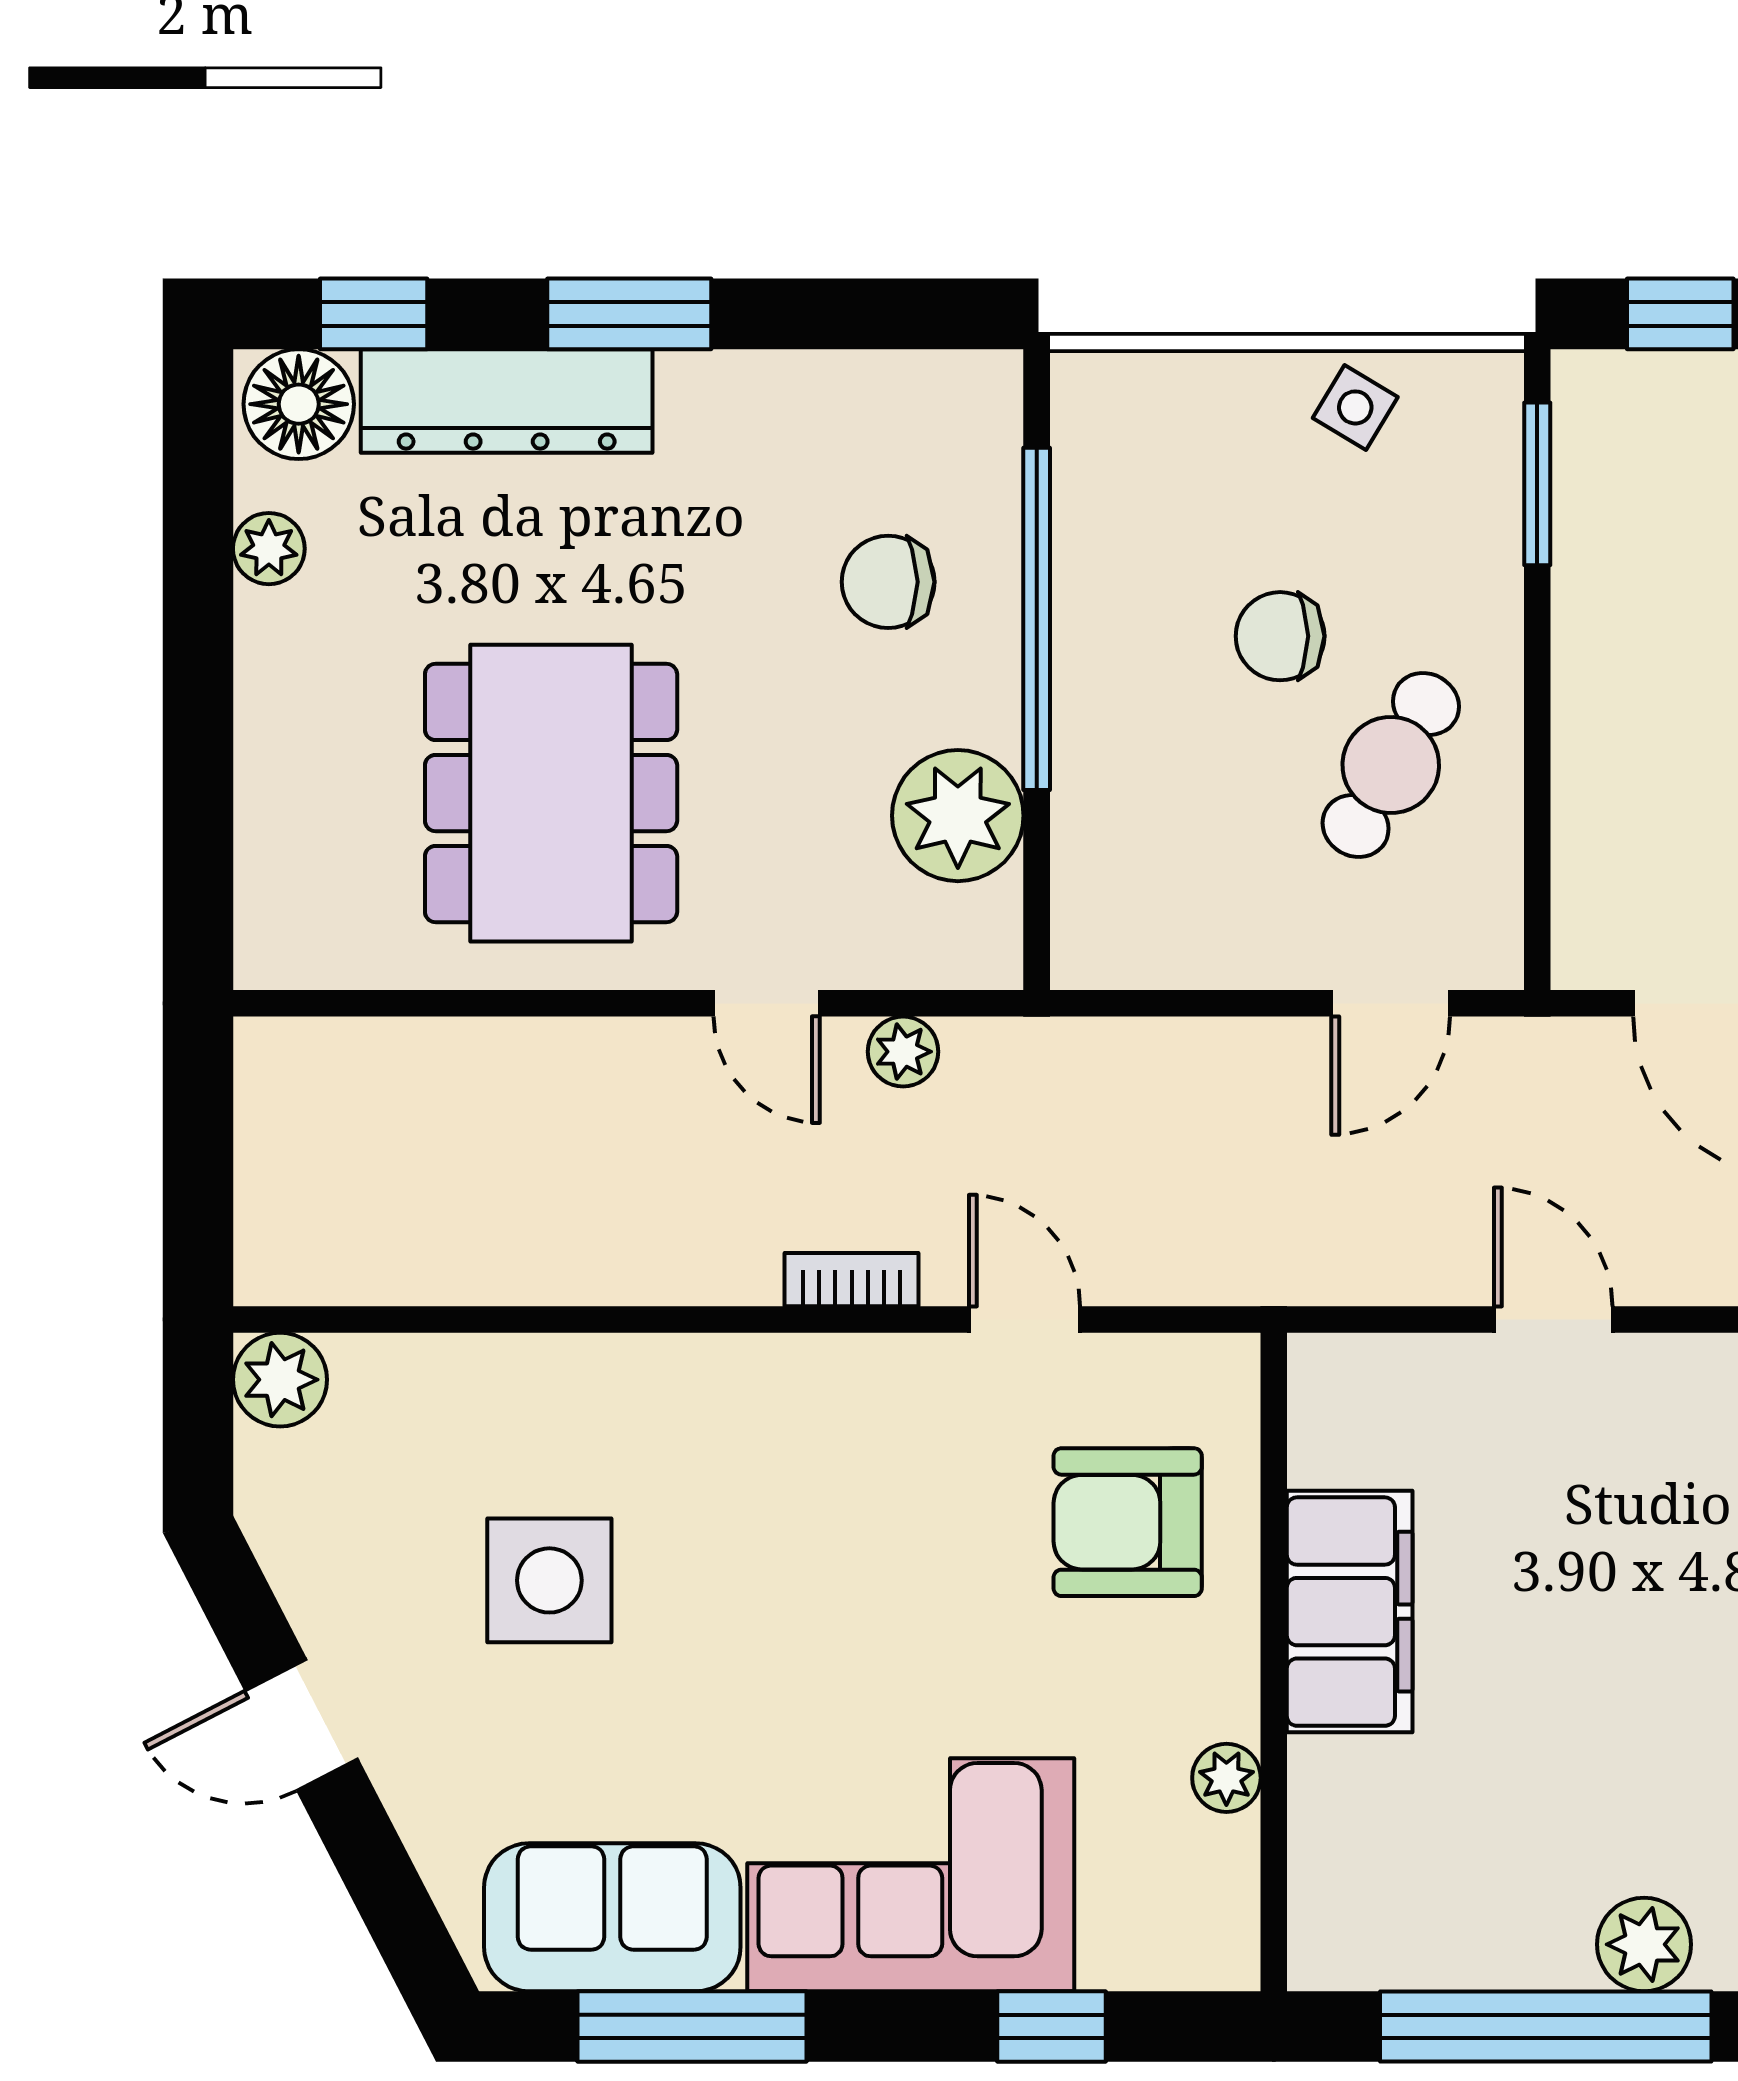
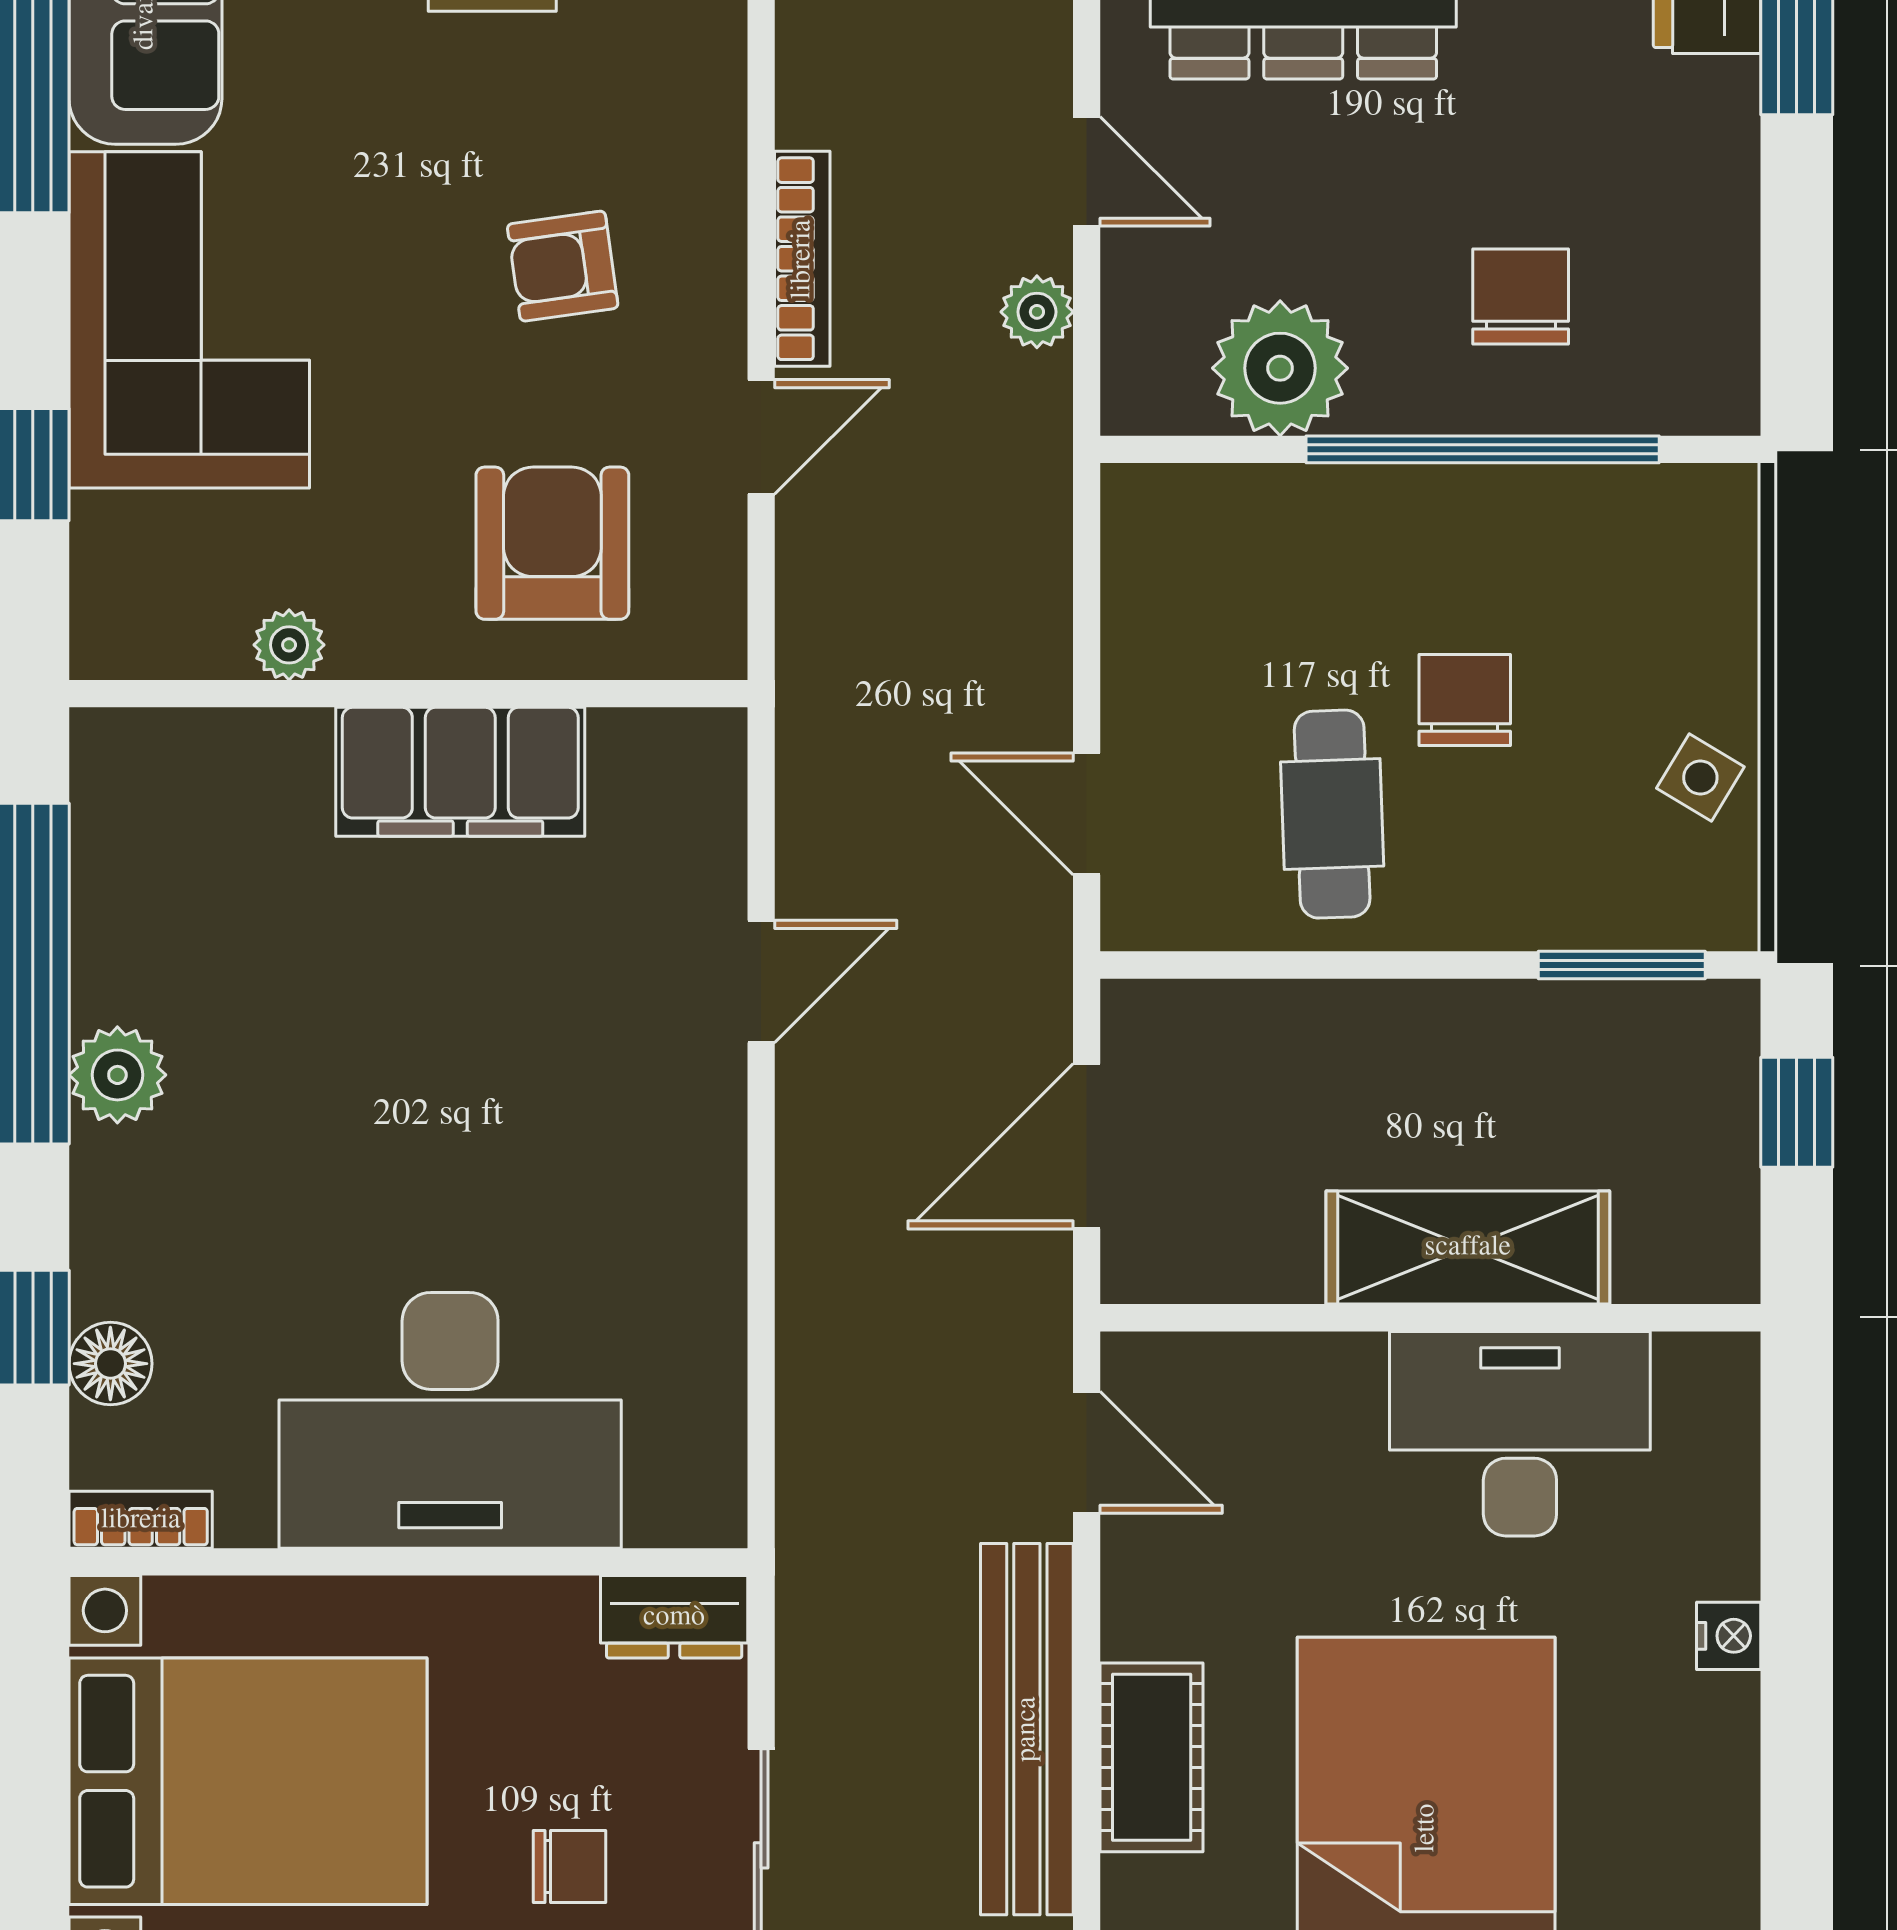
cafe table: (1391, 765) -> (1332, 814), turned 58
door: (767, 1003) -> (1087, 171), swing flipped
bookcase: (852, 1280) -> (802, 259), width x1.56
armchair: (859, 1512) -> (563, 266), added

